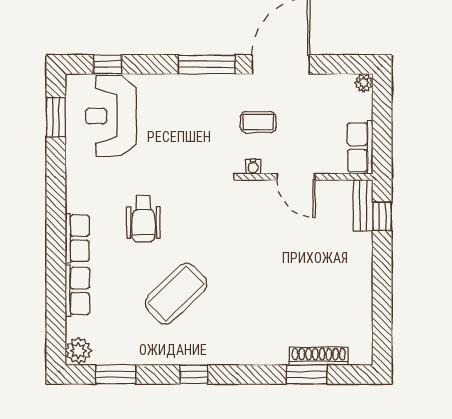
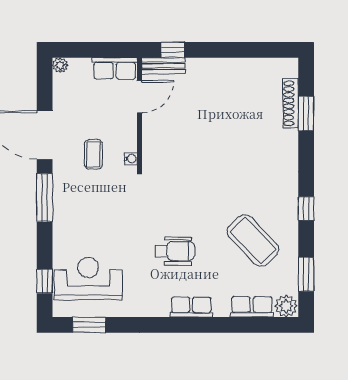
reception desk: (111, 116) -> (88, 279), turned 180
door: (296, 177) -> (139, 97), moved
row of seats: (77, 291) -> (252, 307), moved
coffee table: (176, 294) -> (253, 240), moved

